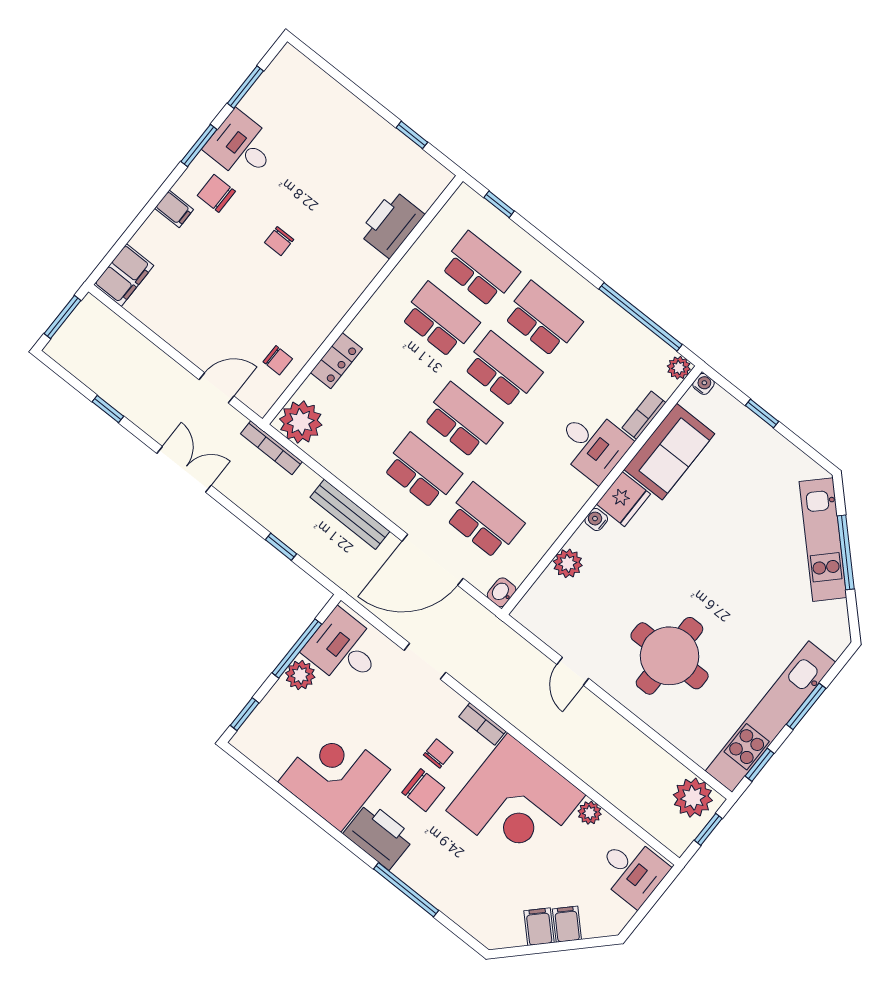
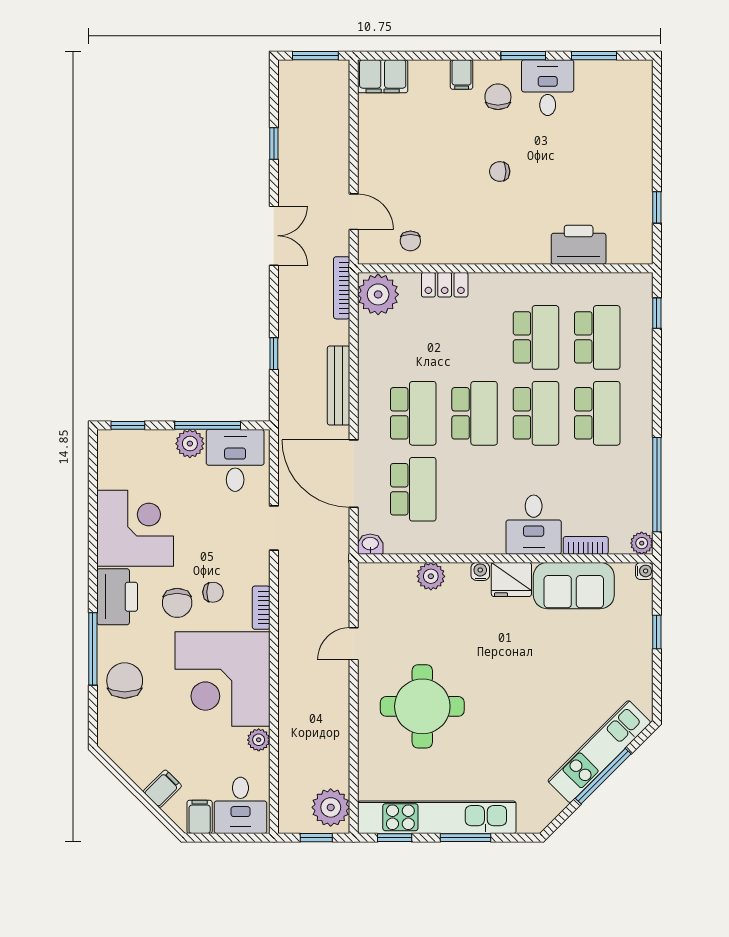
chair: (453, 884) -> (125, 681), added
filing cabinet: (539, 927) -> (200, 817), moved, turned -45

